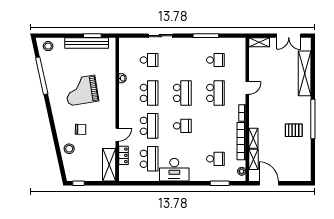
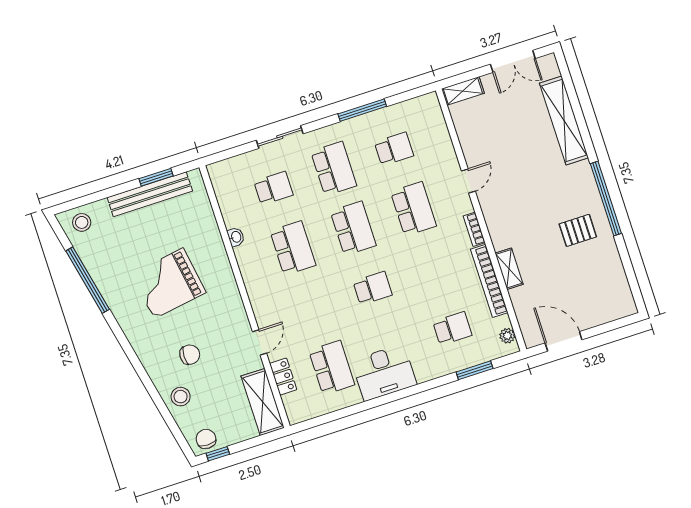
school desk: (149, 126) -> (334, 169), moved
shelving: (253, 159) -> (522, 307), removed
chair: (75, 174) -> (206, 439), added

